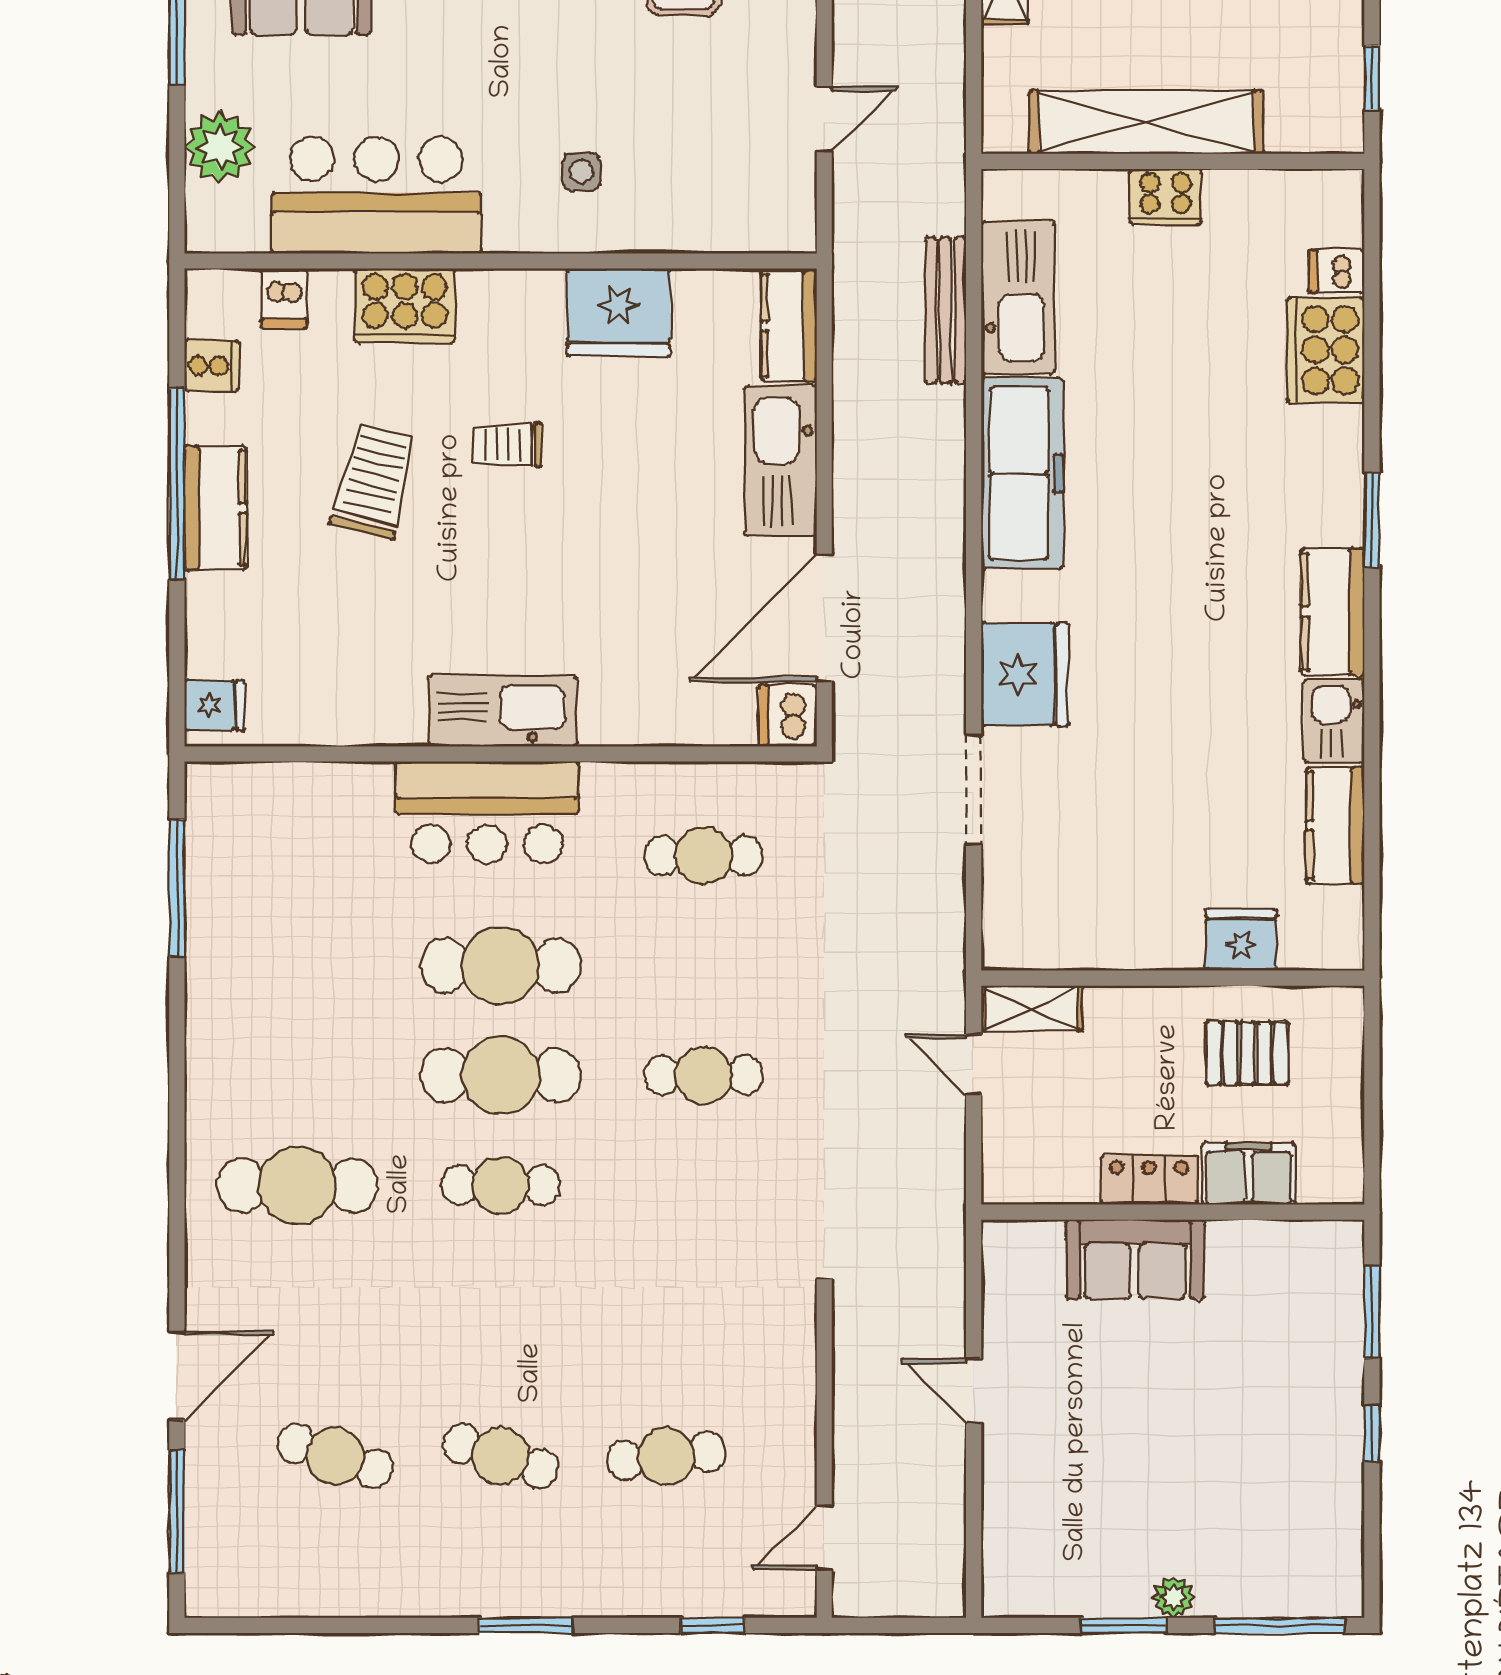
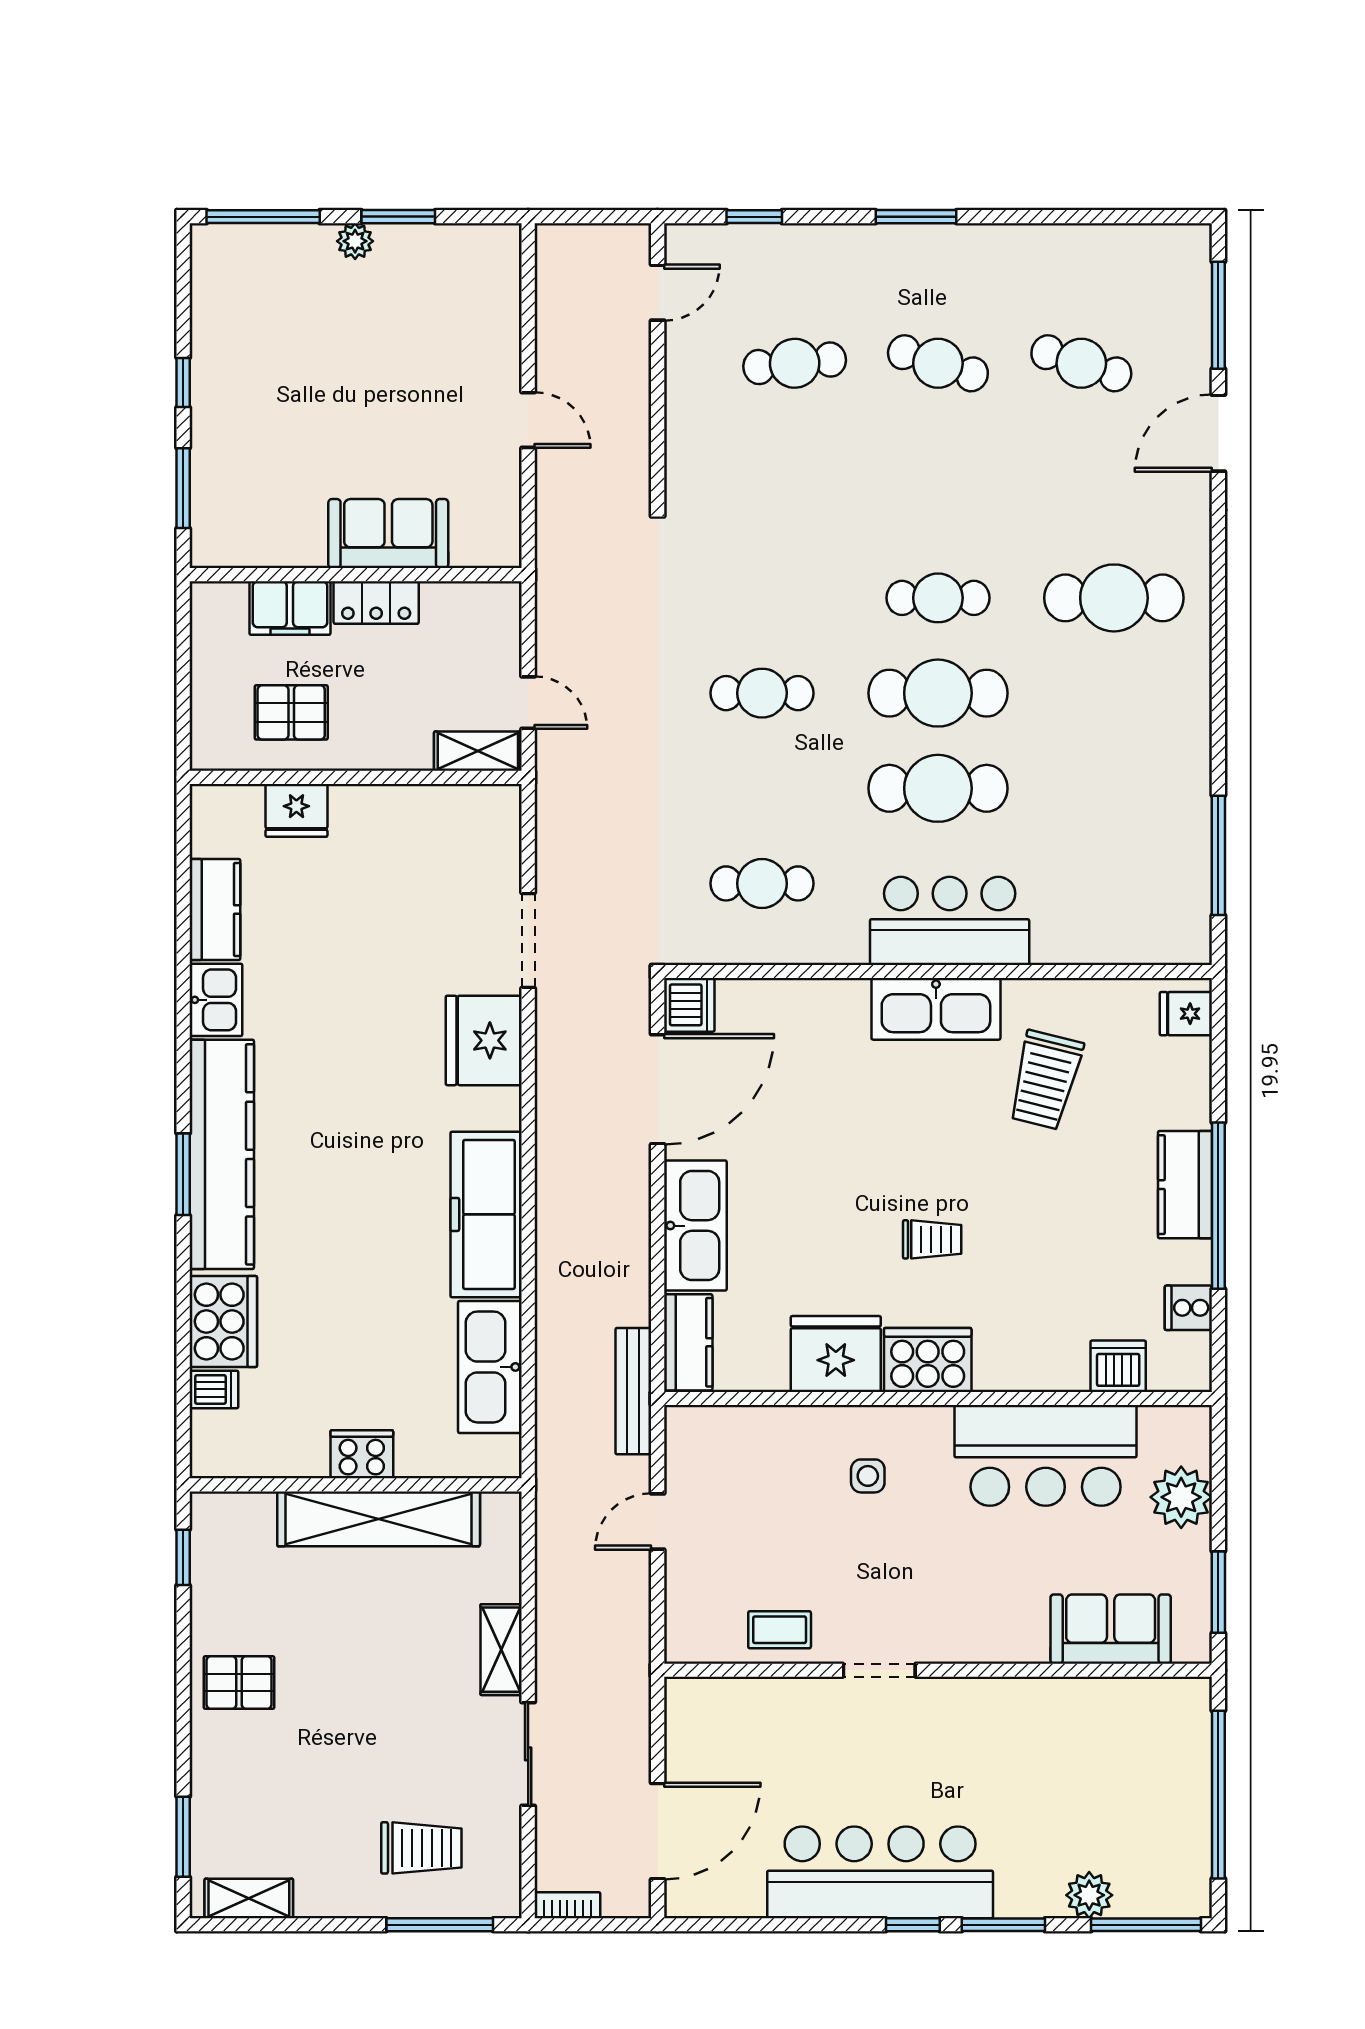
dishwasher: (284, 298) -> (1118, 1366), width x1.38
cooker: (405, 306) -> (928, 1360), moved
bench: (946, 310) -> (633, 1391), moved
trolley: (373, 482) -> (1045, 1080), moved
kitchen counter: (1333, 612) -> (222, 1154), width x2.08, depth x1.17

